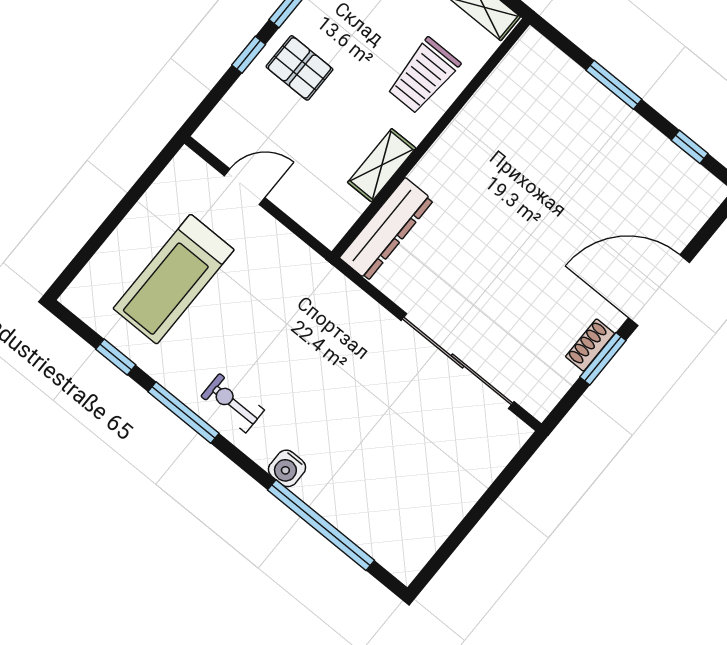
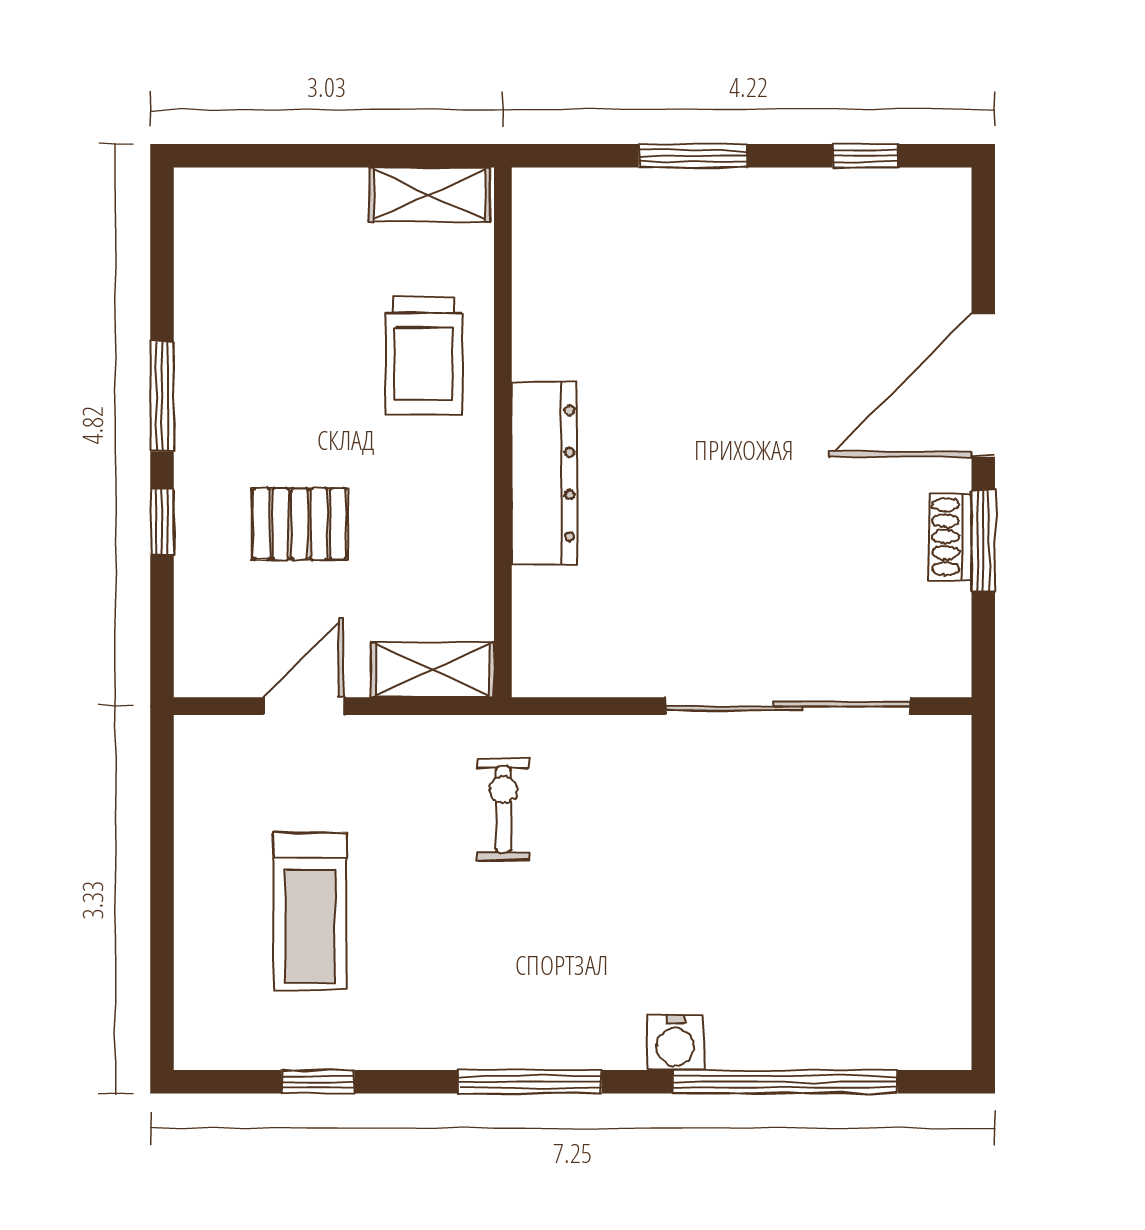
pallet: (299, 68) -> (300, 524), moved
shelving: (382, 165) -> (433, 670), moved, turned 90
dresser: (386, 229) -> (544, 473), moved
treadmill: (174, 279) -> (310, 911), width x0.73, depth x0.73
exercise bike: (233, 403) -> (504, 809), moved, turned 90
window: (183, 413) -> (530, 1082), moved

